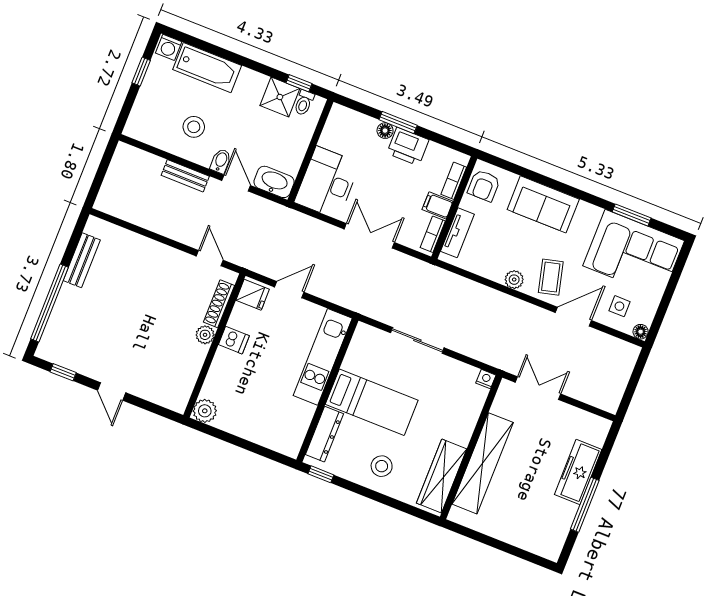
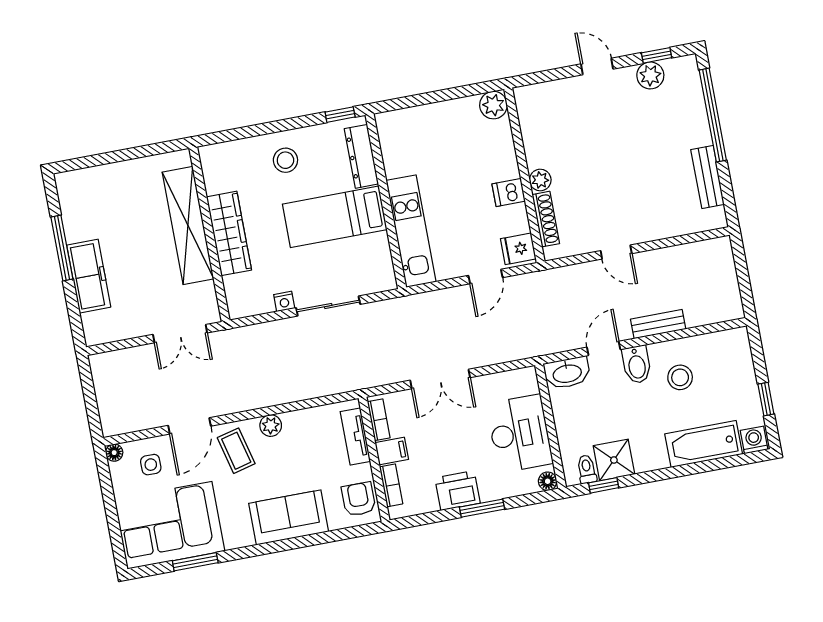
floor lamp: (385, 131) -> (548, 481), moved
bidet: (221, 161) -> (637, 364), width x1.38, depth x1.36
door: (236, 183) -> (604, 348), swing flipped
desk: (327, 183) -> (520, 434), moved
door: (210, 258) -> (616, 252), moved
plant: (77, 360) -> (650, 75), added
nightstand: (486, 379) -> (284, 301), moved
wardrobe: (442, 476) -> (229, 233), moved

